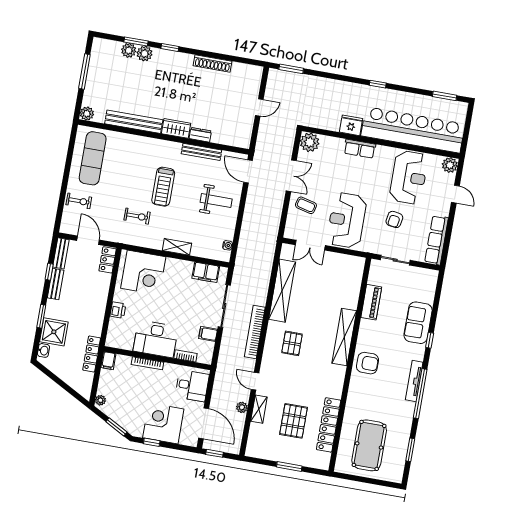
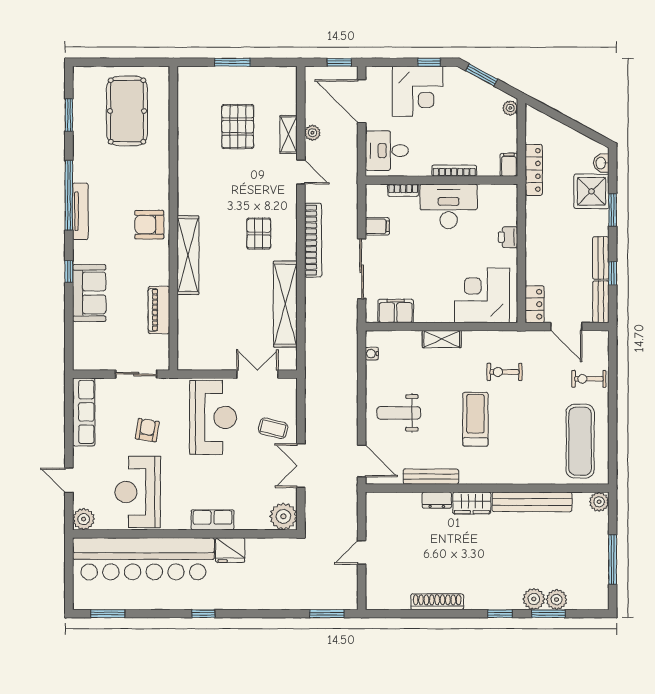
locker: (329, 425) -> (188, 130), removed

